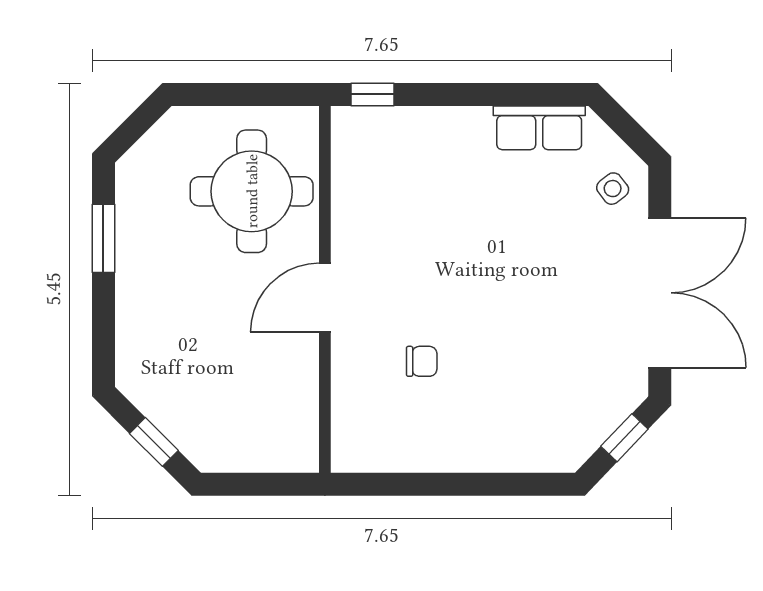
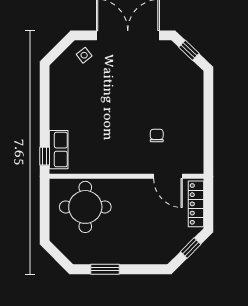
row of seats: (539, 128) -> (59, 150), moved
door: (325, 298) -> (168, 176), moved
locker: (259, 455) -> (196, 204), added

